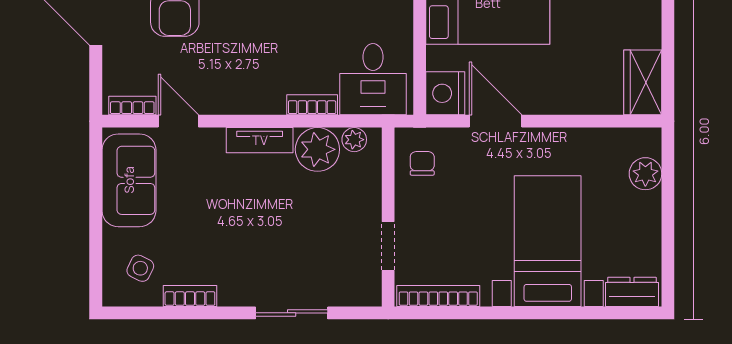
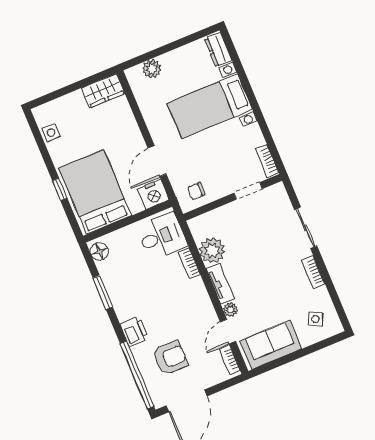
plant: (354, 140) -> (230, 310), moved
bookcase: (190, 296) -> (314, 272), moved
bookcase: (438, 296) -> (267, 161), width x0.64

